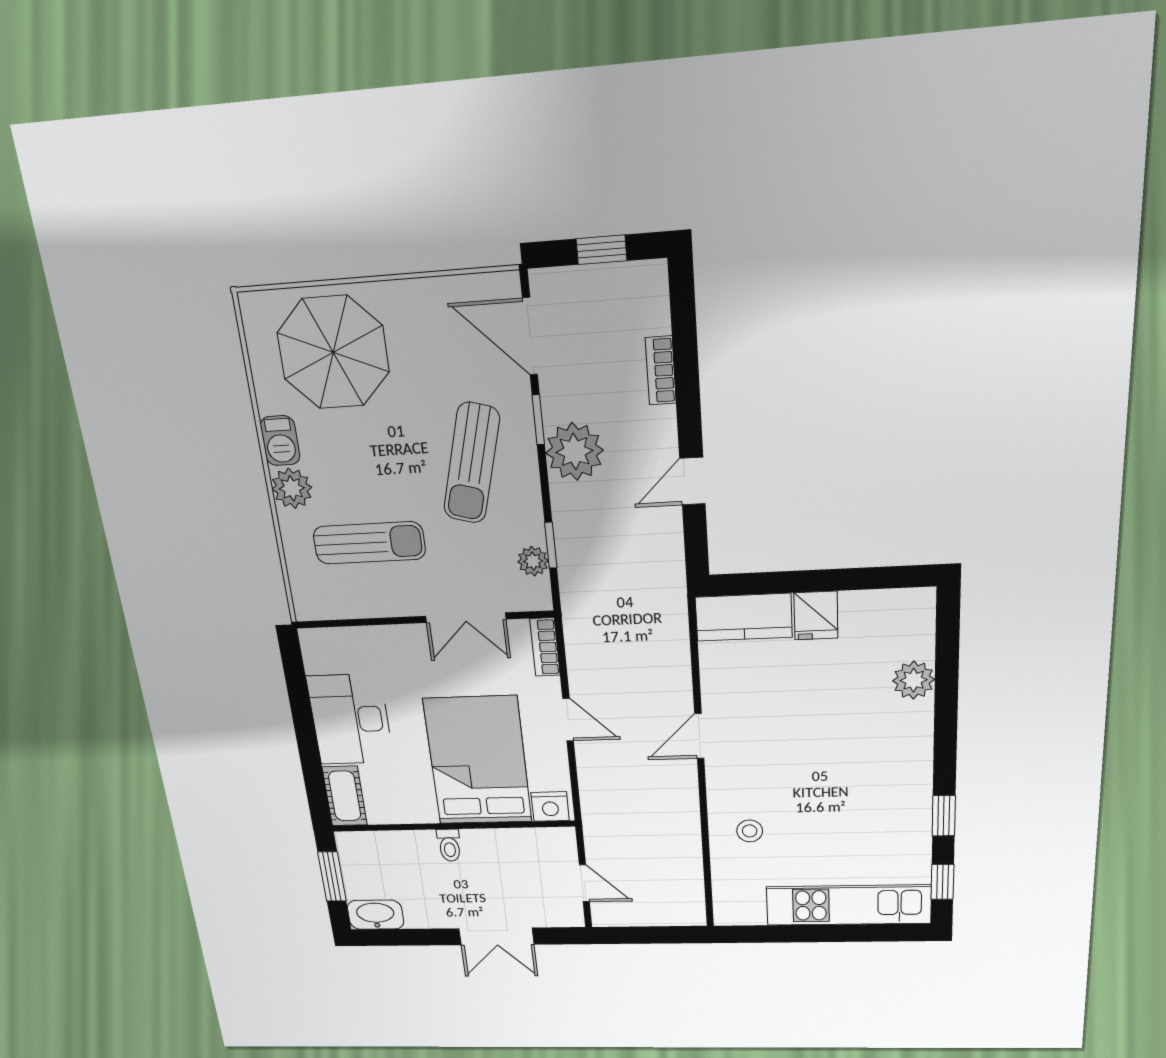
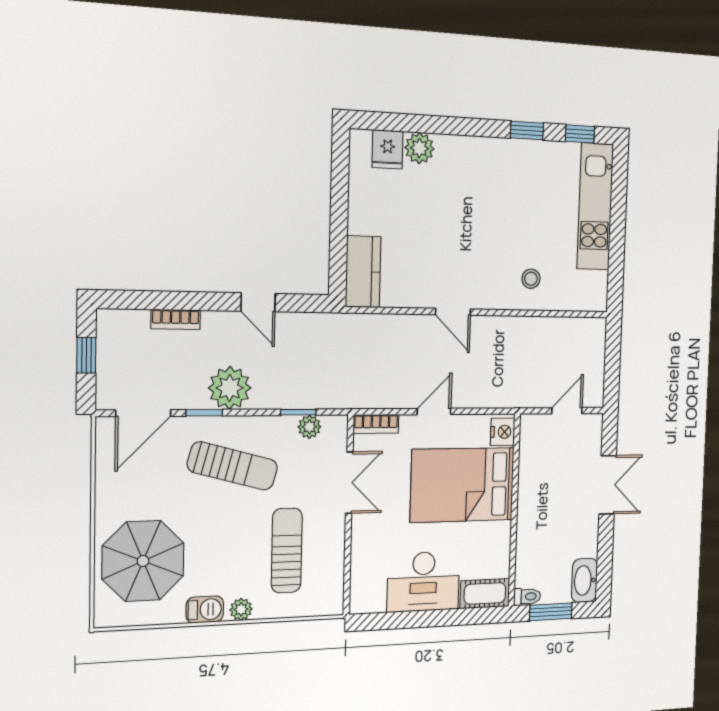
plant: (292, 488) -> (241, 609), width x0.73, depth x0.73
fridge: (816, 616) -> (388, 149), moved, turned 90
toilet: (449, 845) -> (527, 597), moved

